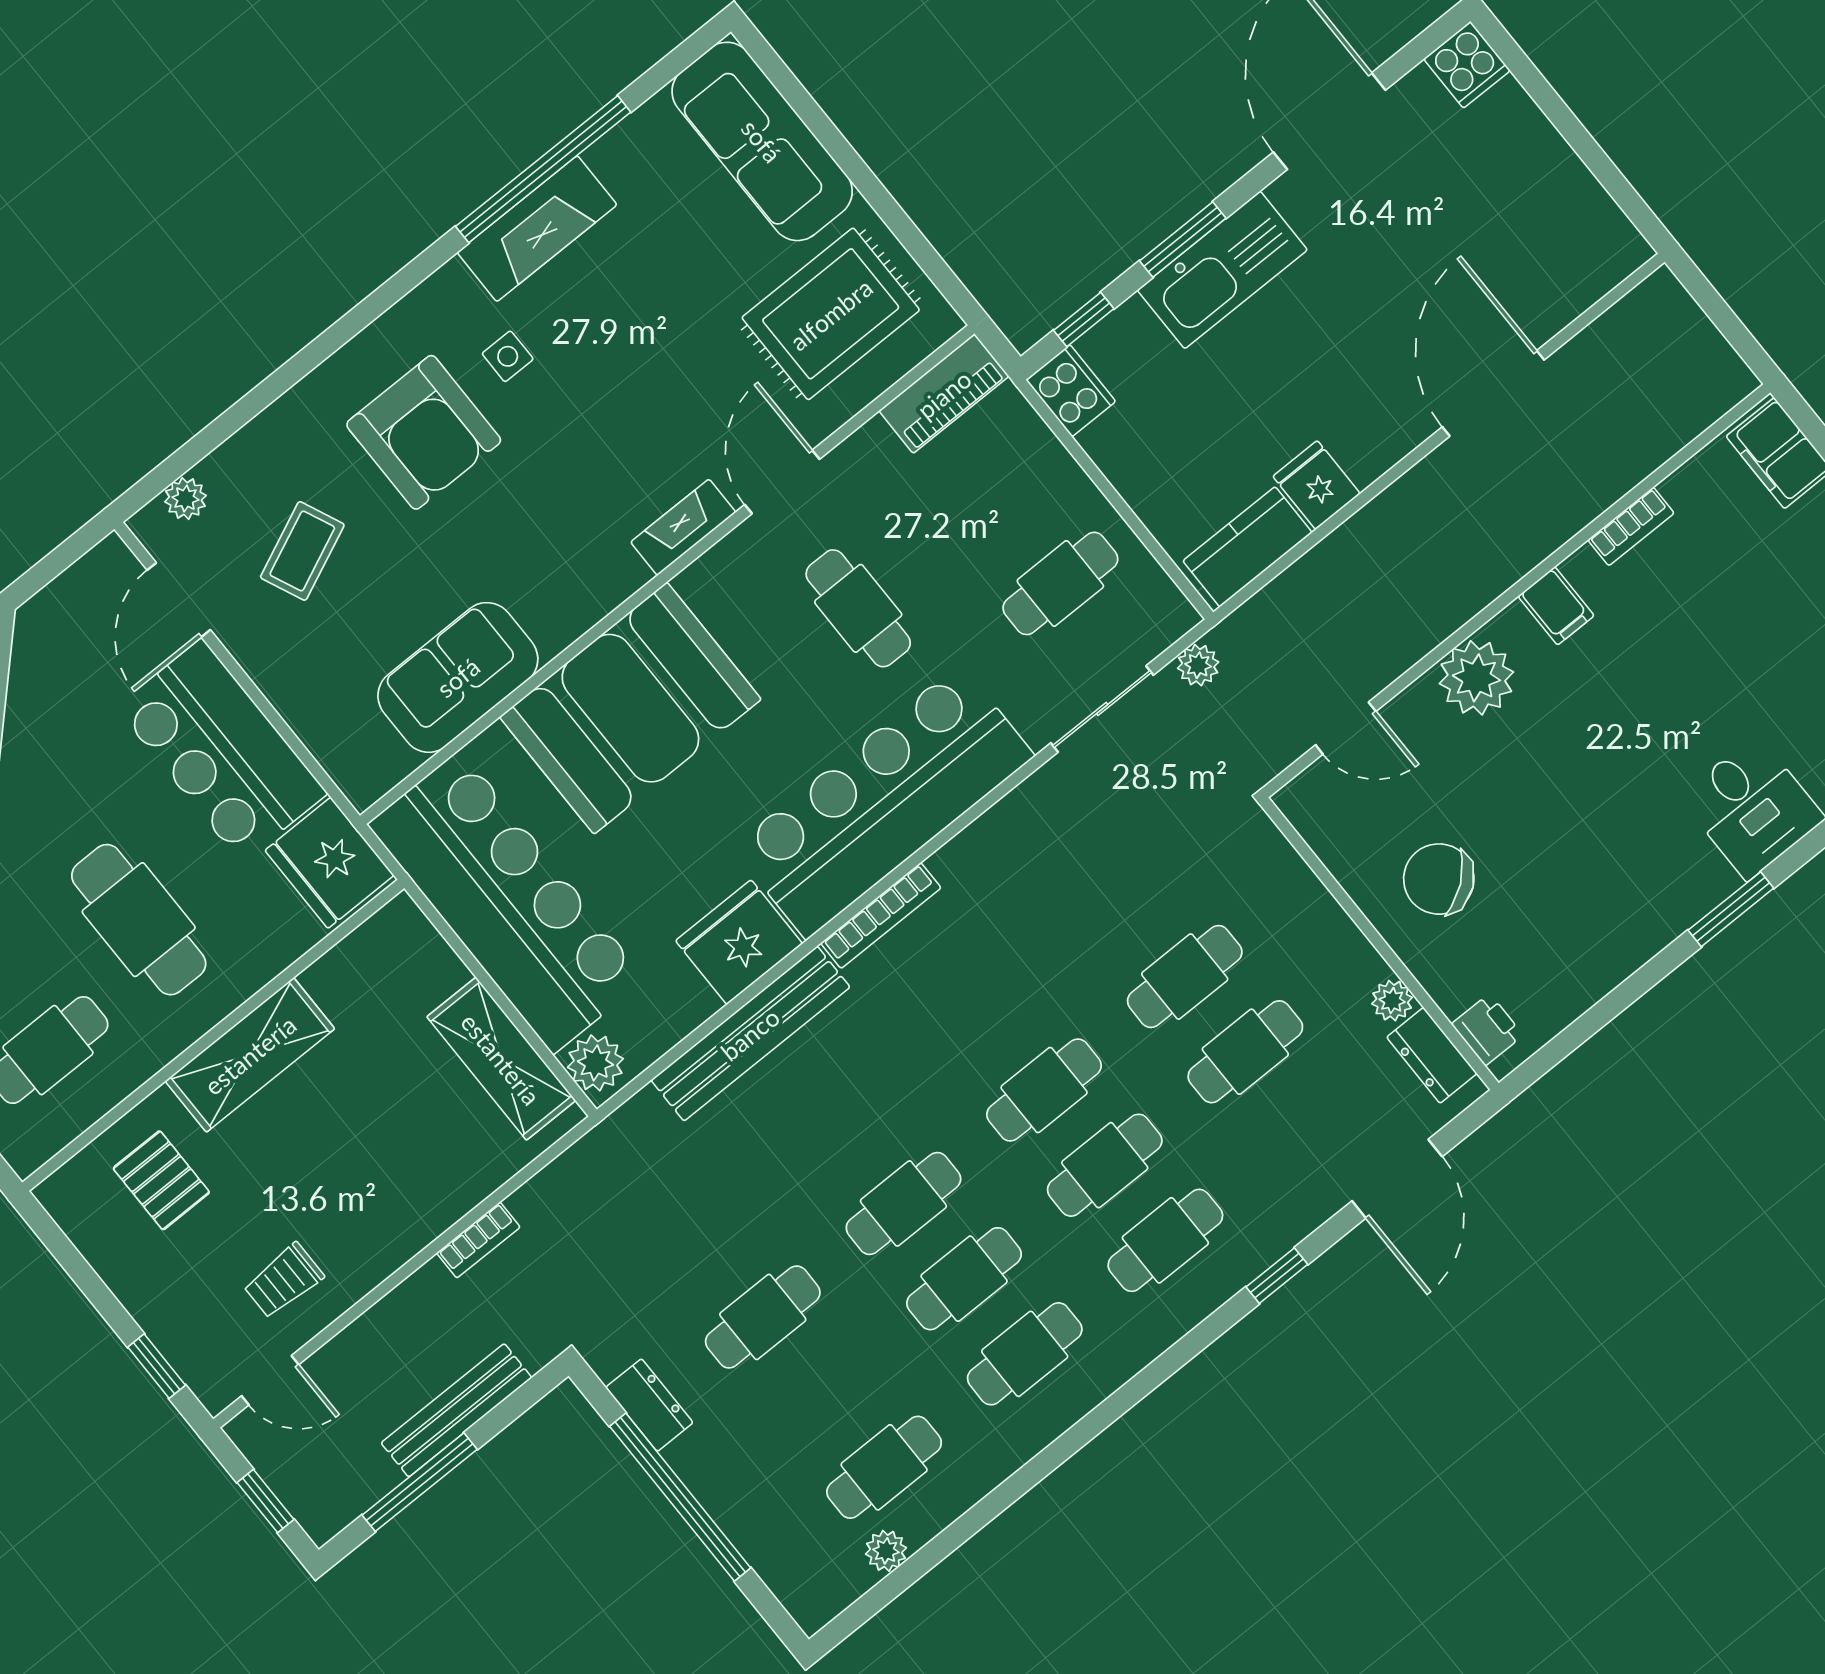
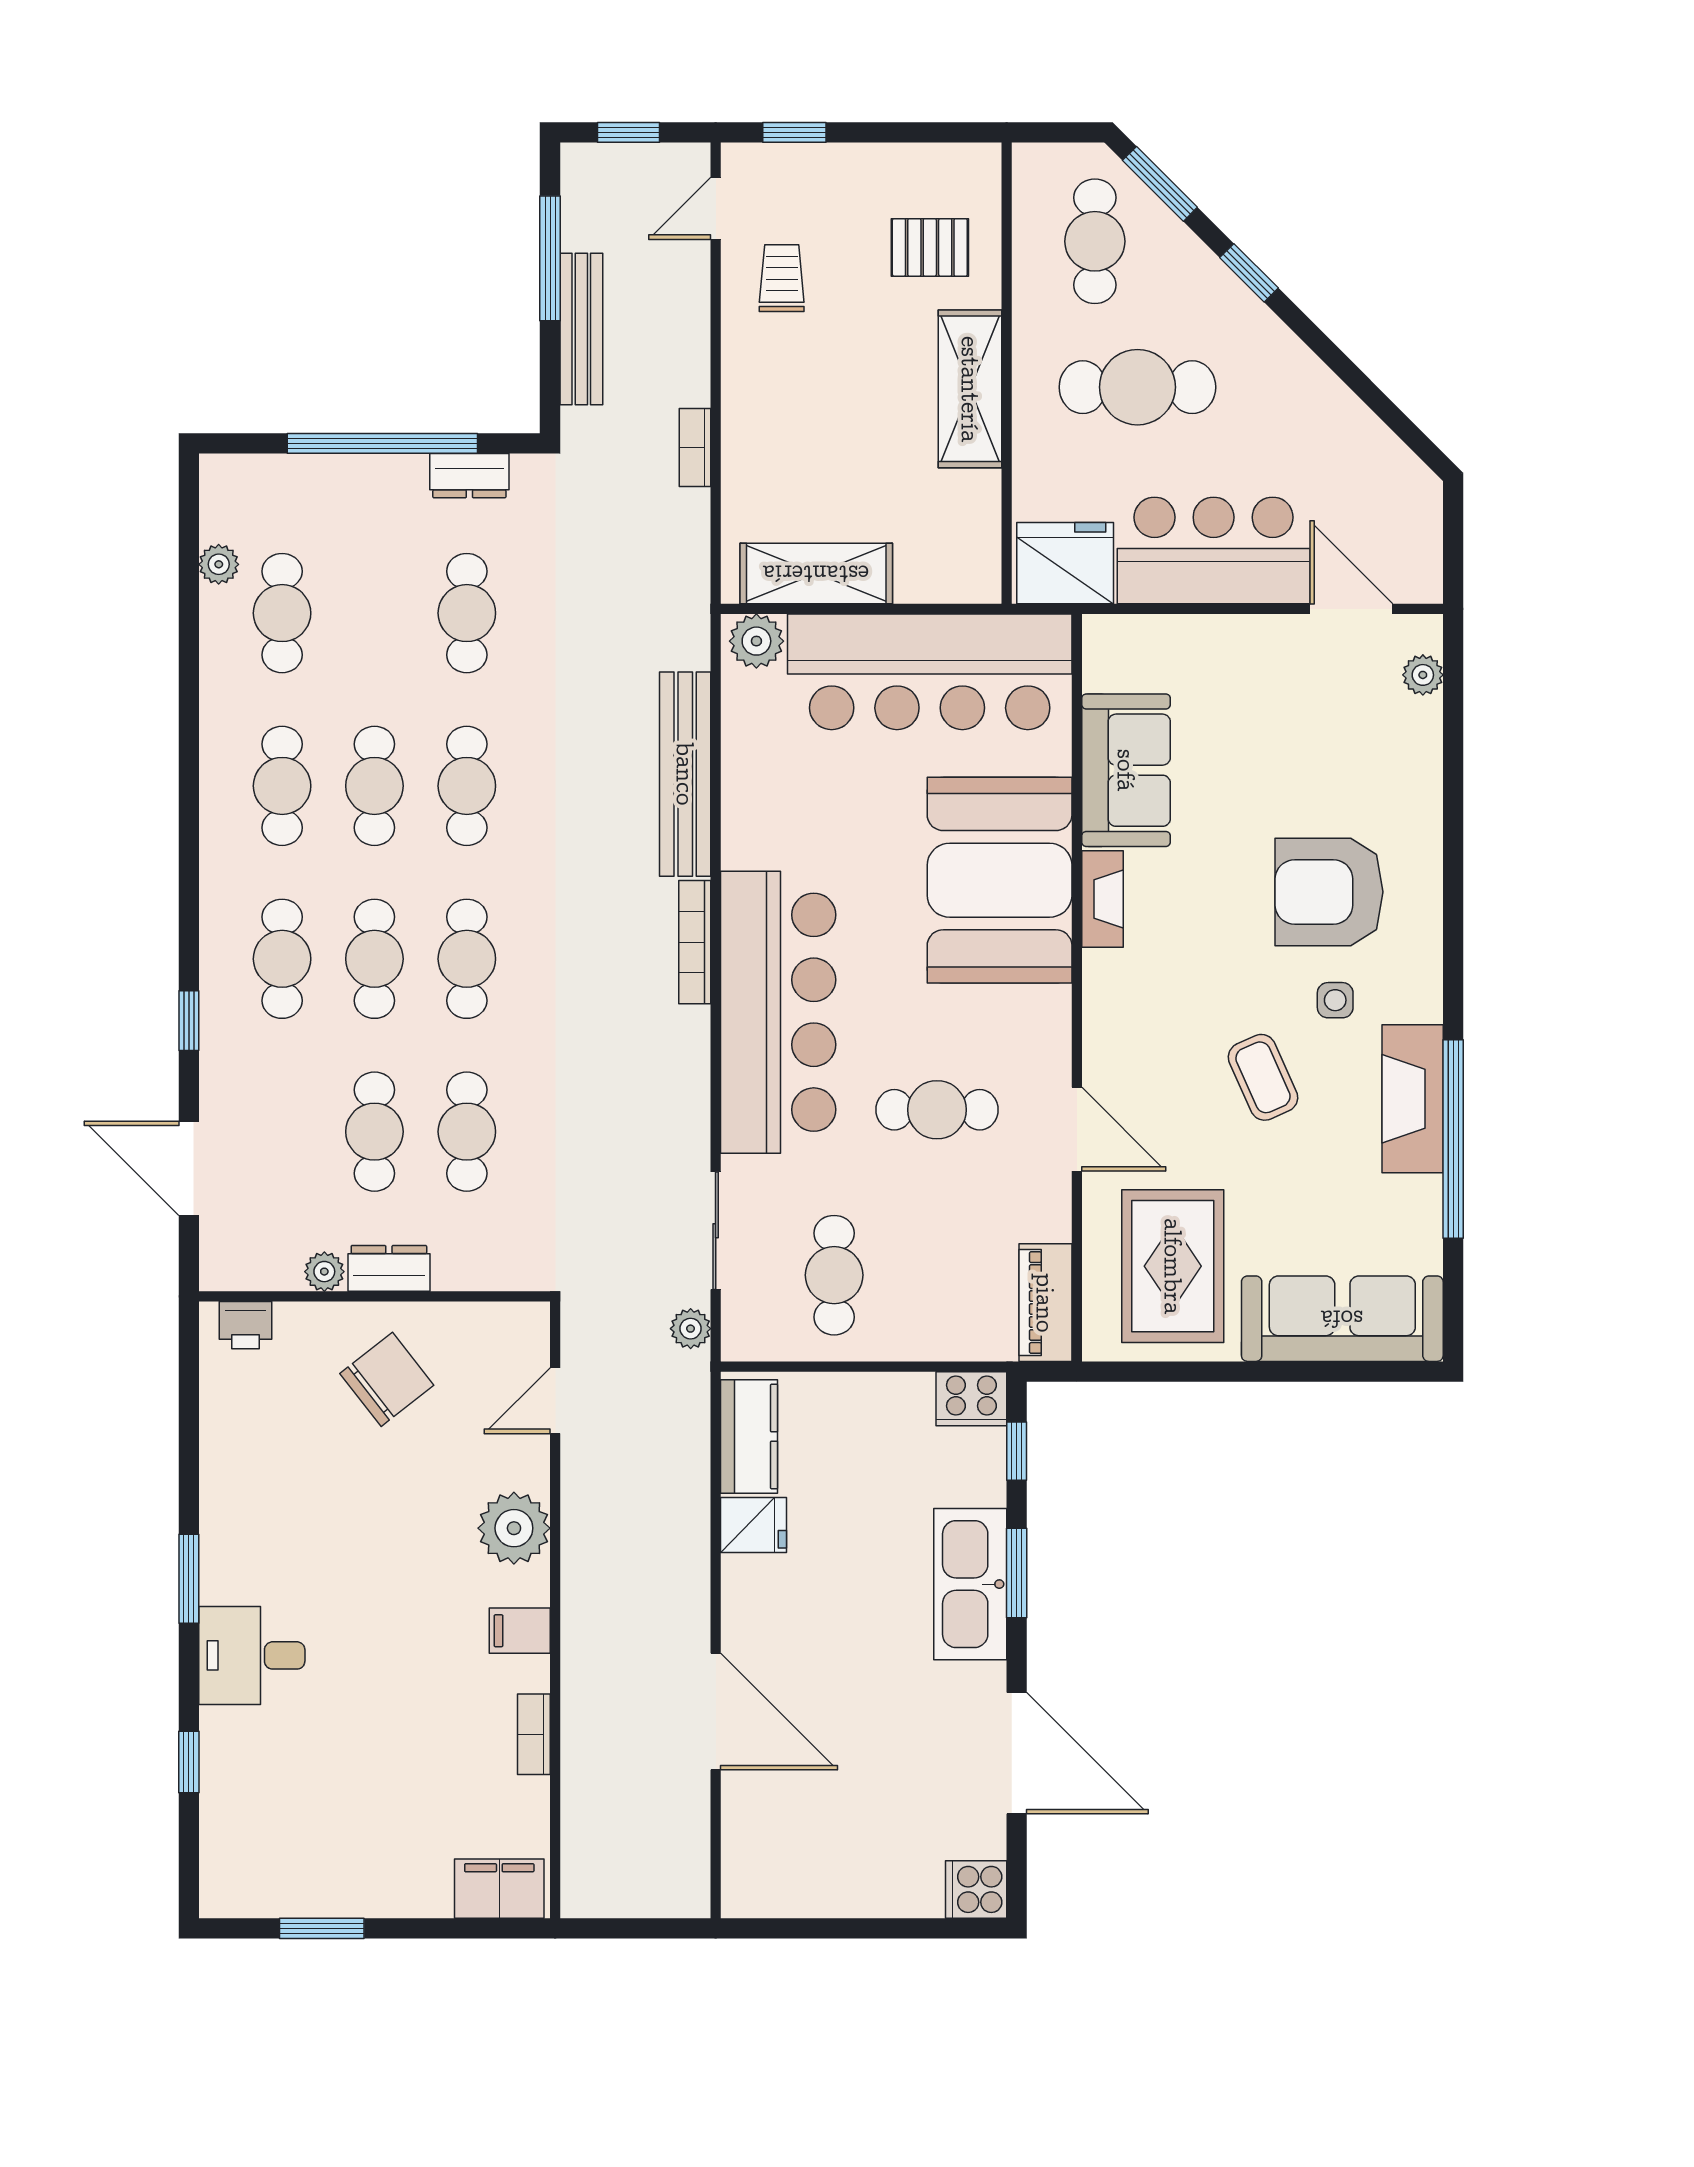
fireplace: (683, 527) -> (1102, 899), moved
coffee table: (302, 551) -> (1263, 1077), moved
fridge: (739, 942) -> (760, 820), removed
dresser: (1432, 1055) -> (389, 1268), moved

